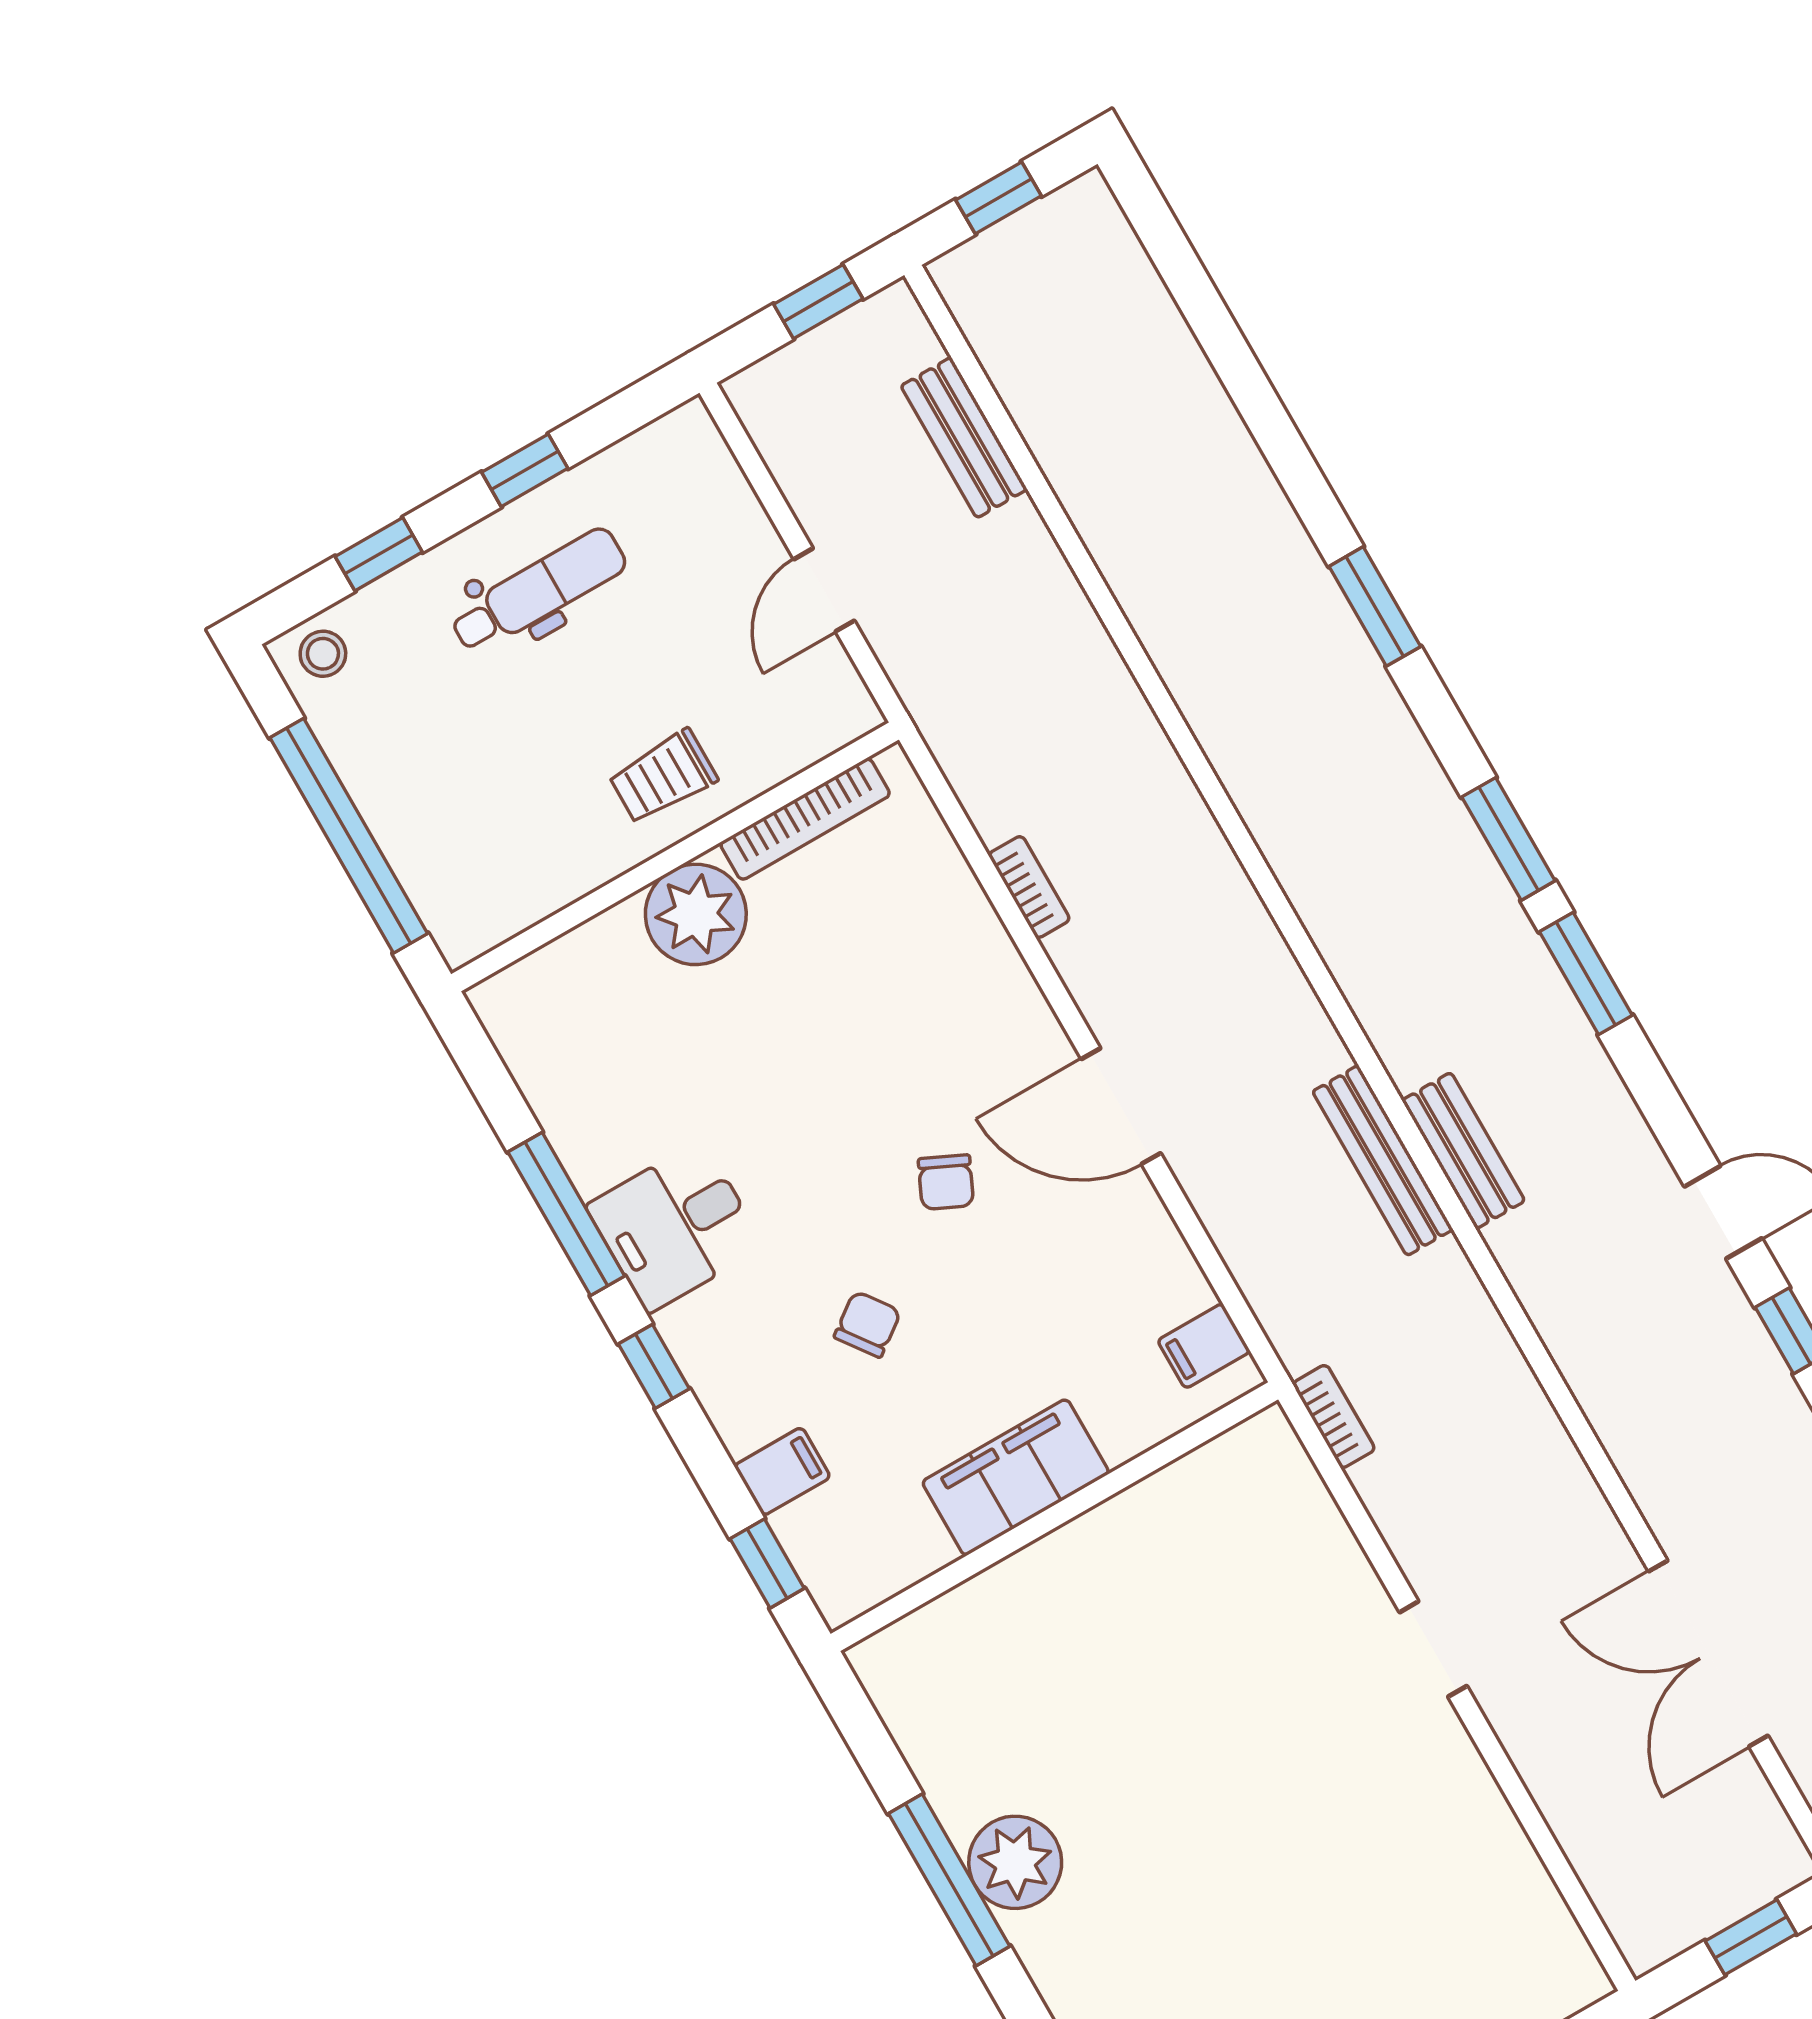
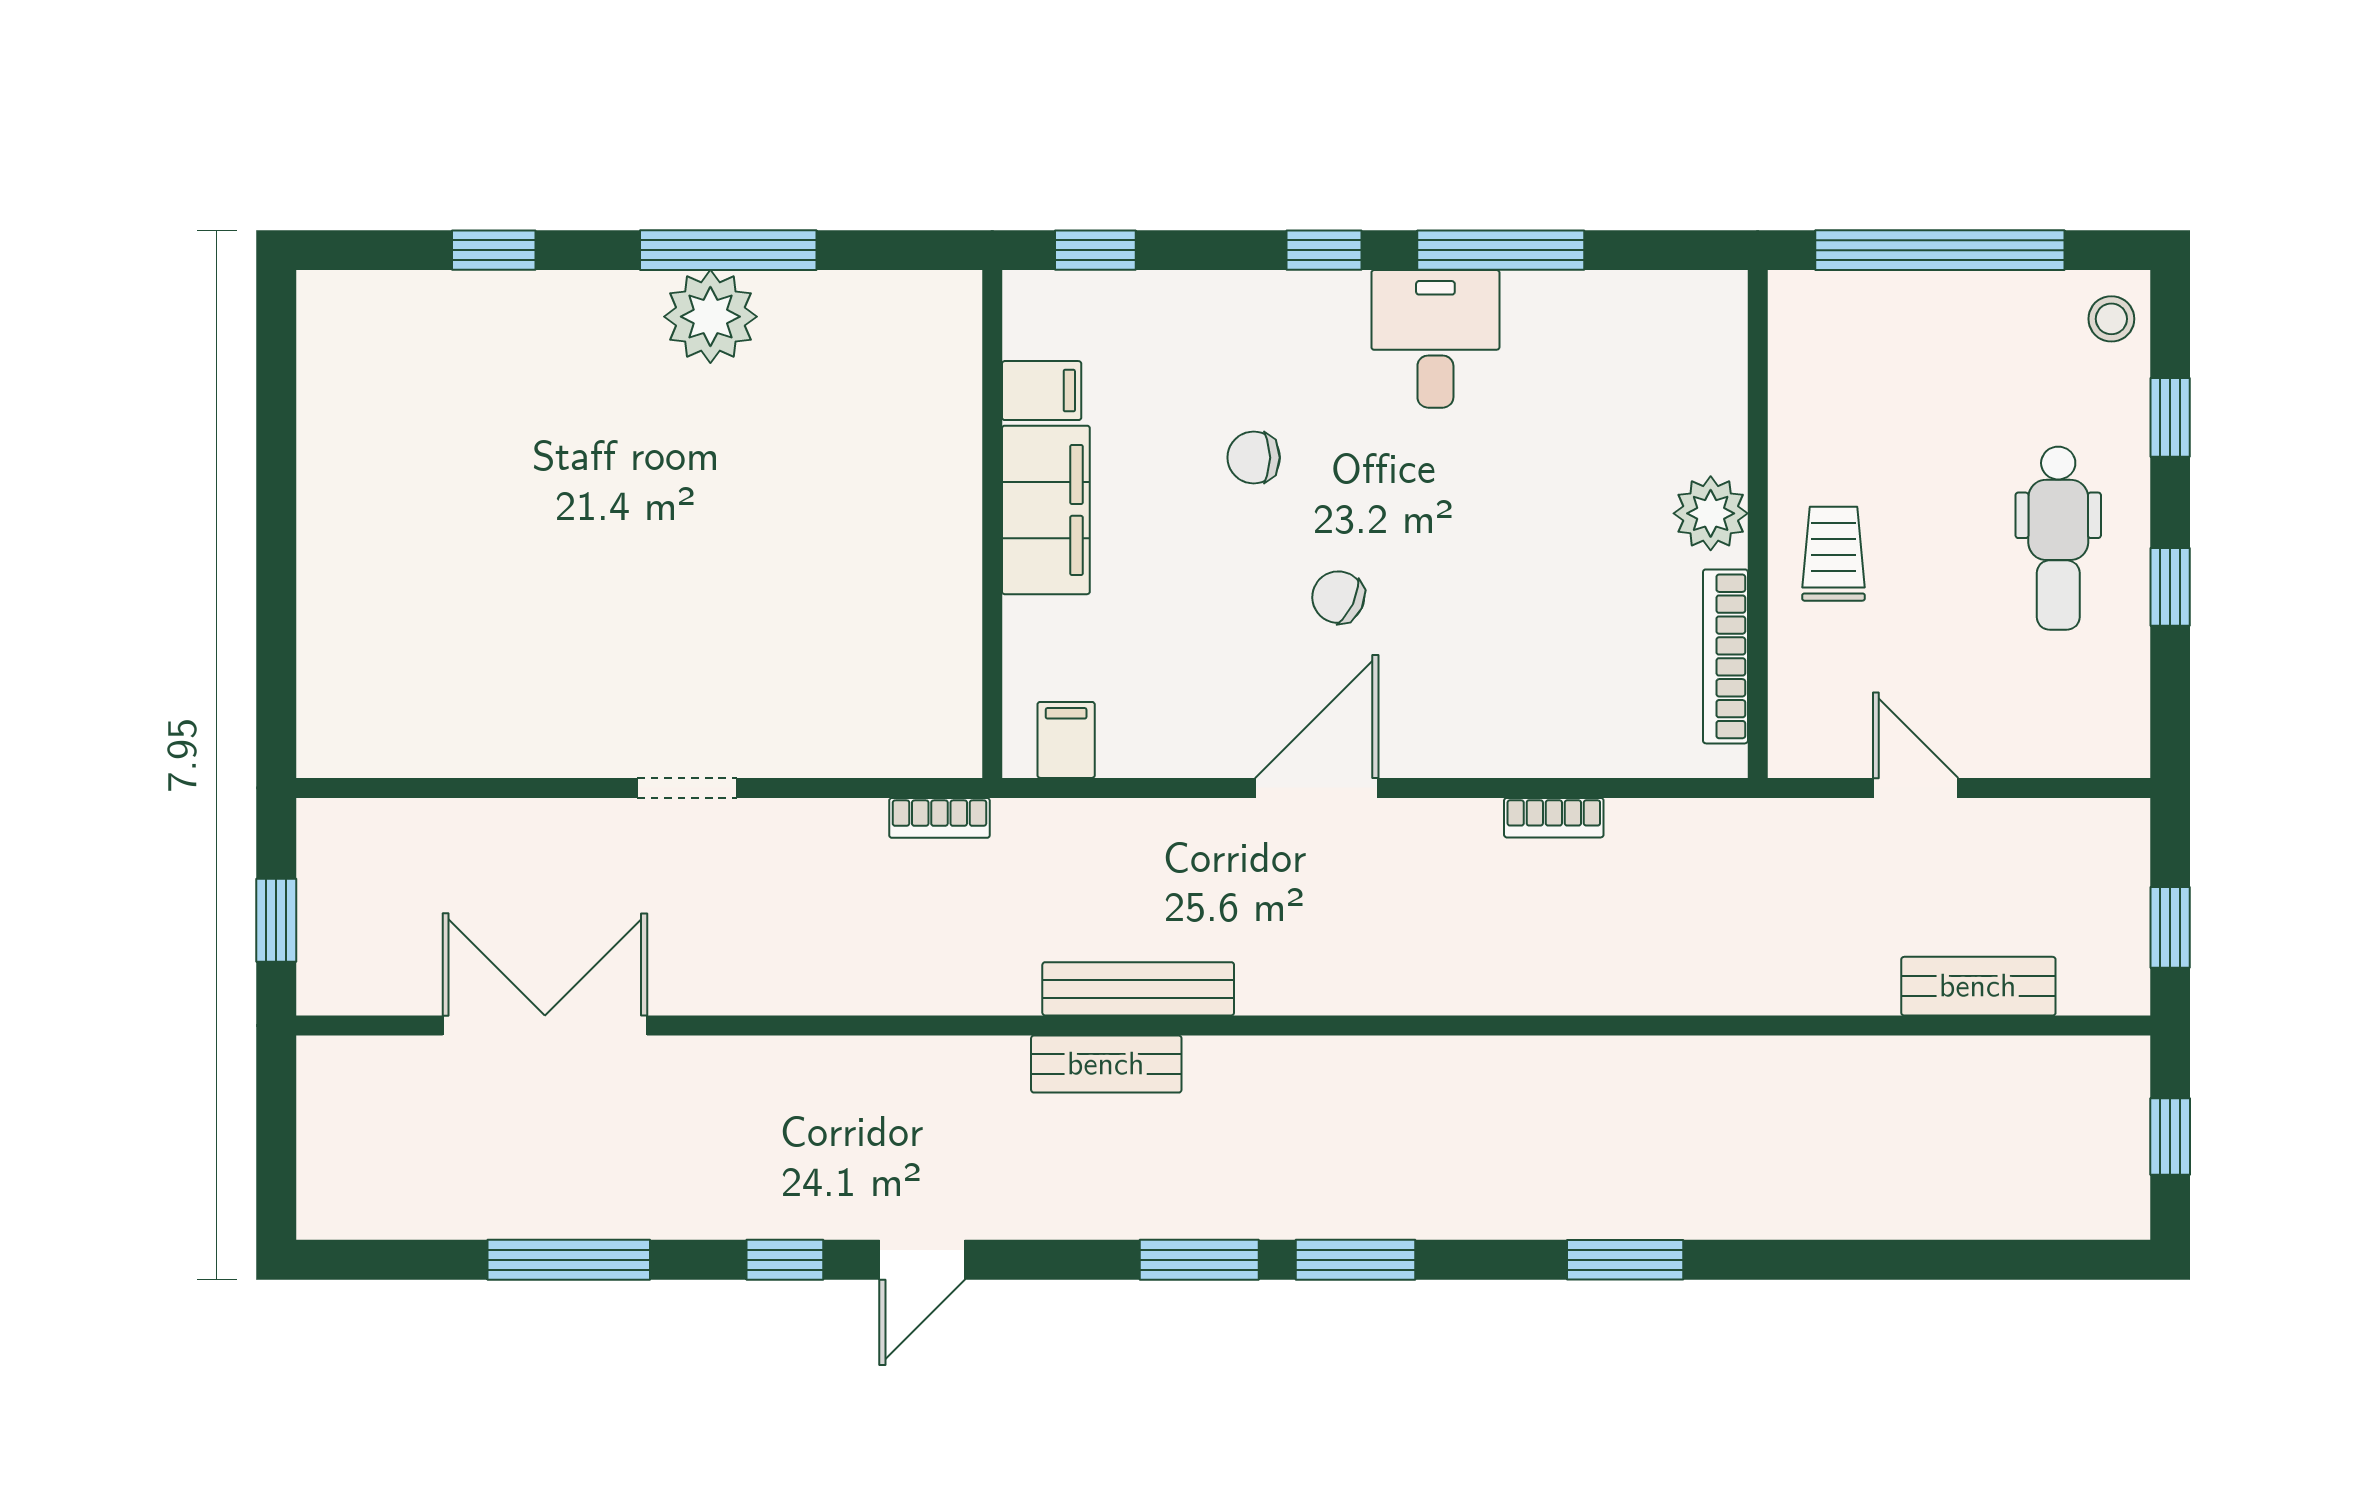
plant: (696, 914) -> (1711, 513), width x0.73, depth x0.73
chair: (867, 1324) -> (1254, 458), turned 126
filing cabinet: (782, 1471) -> (1042, 391), moved, turned -90

